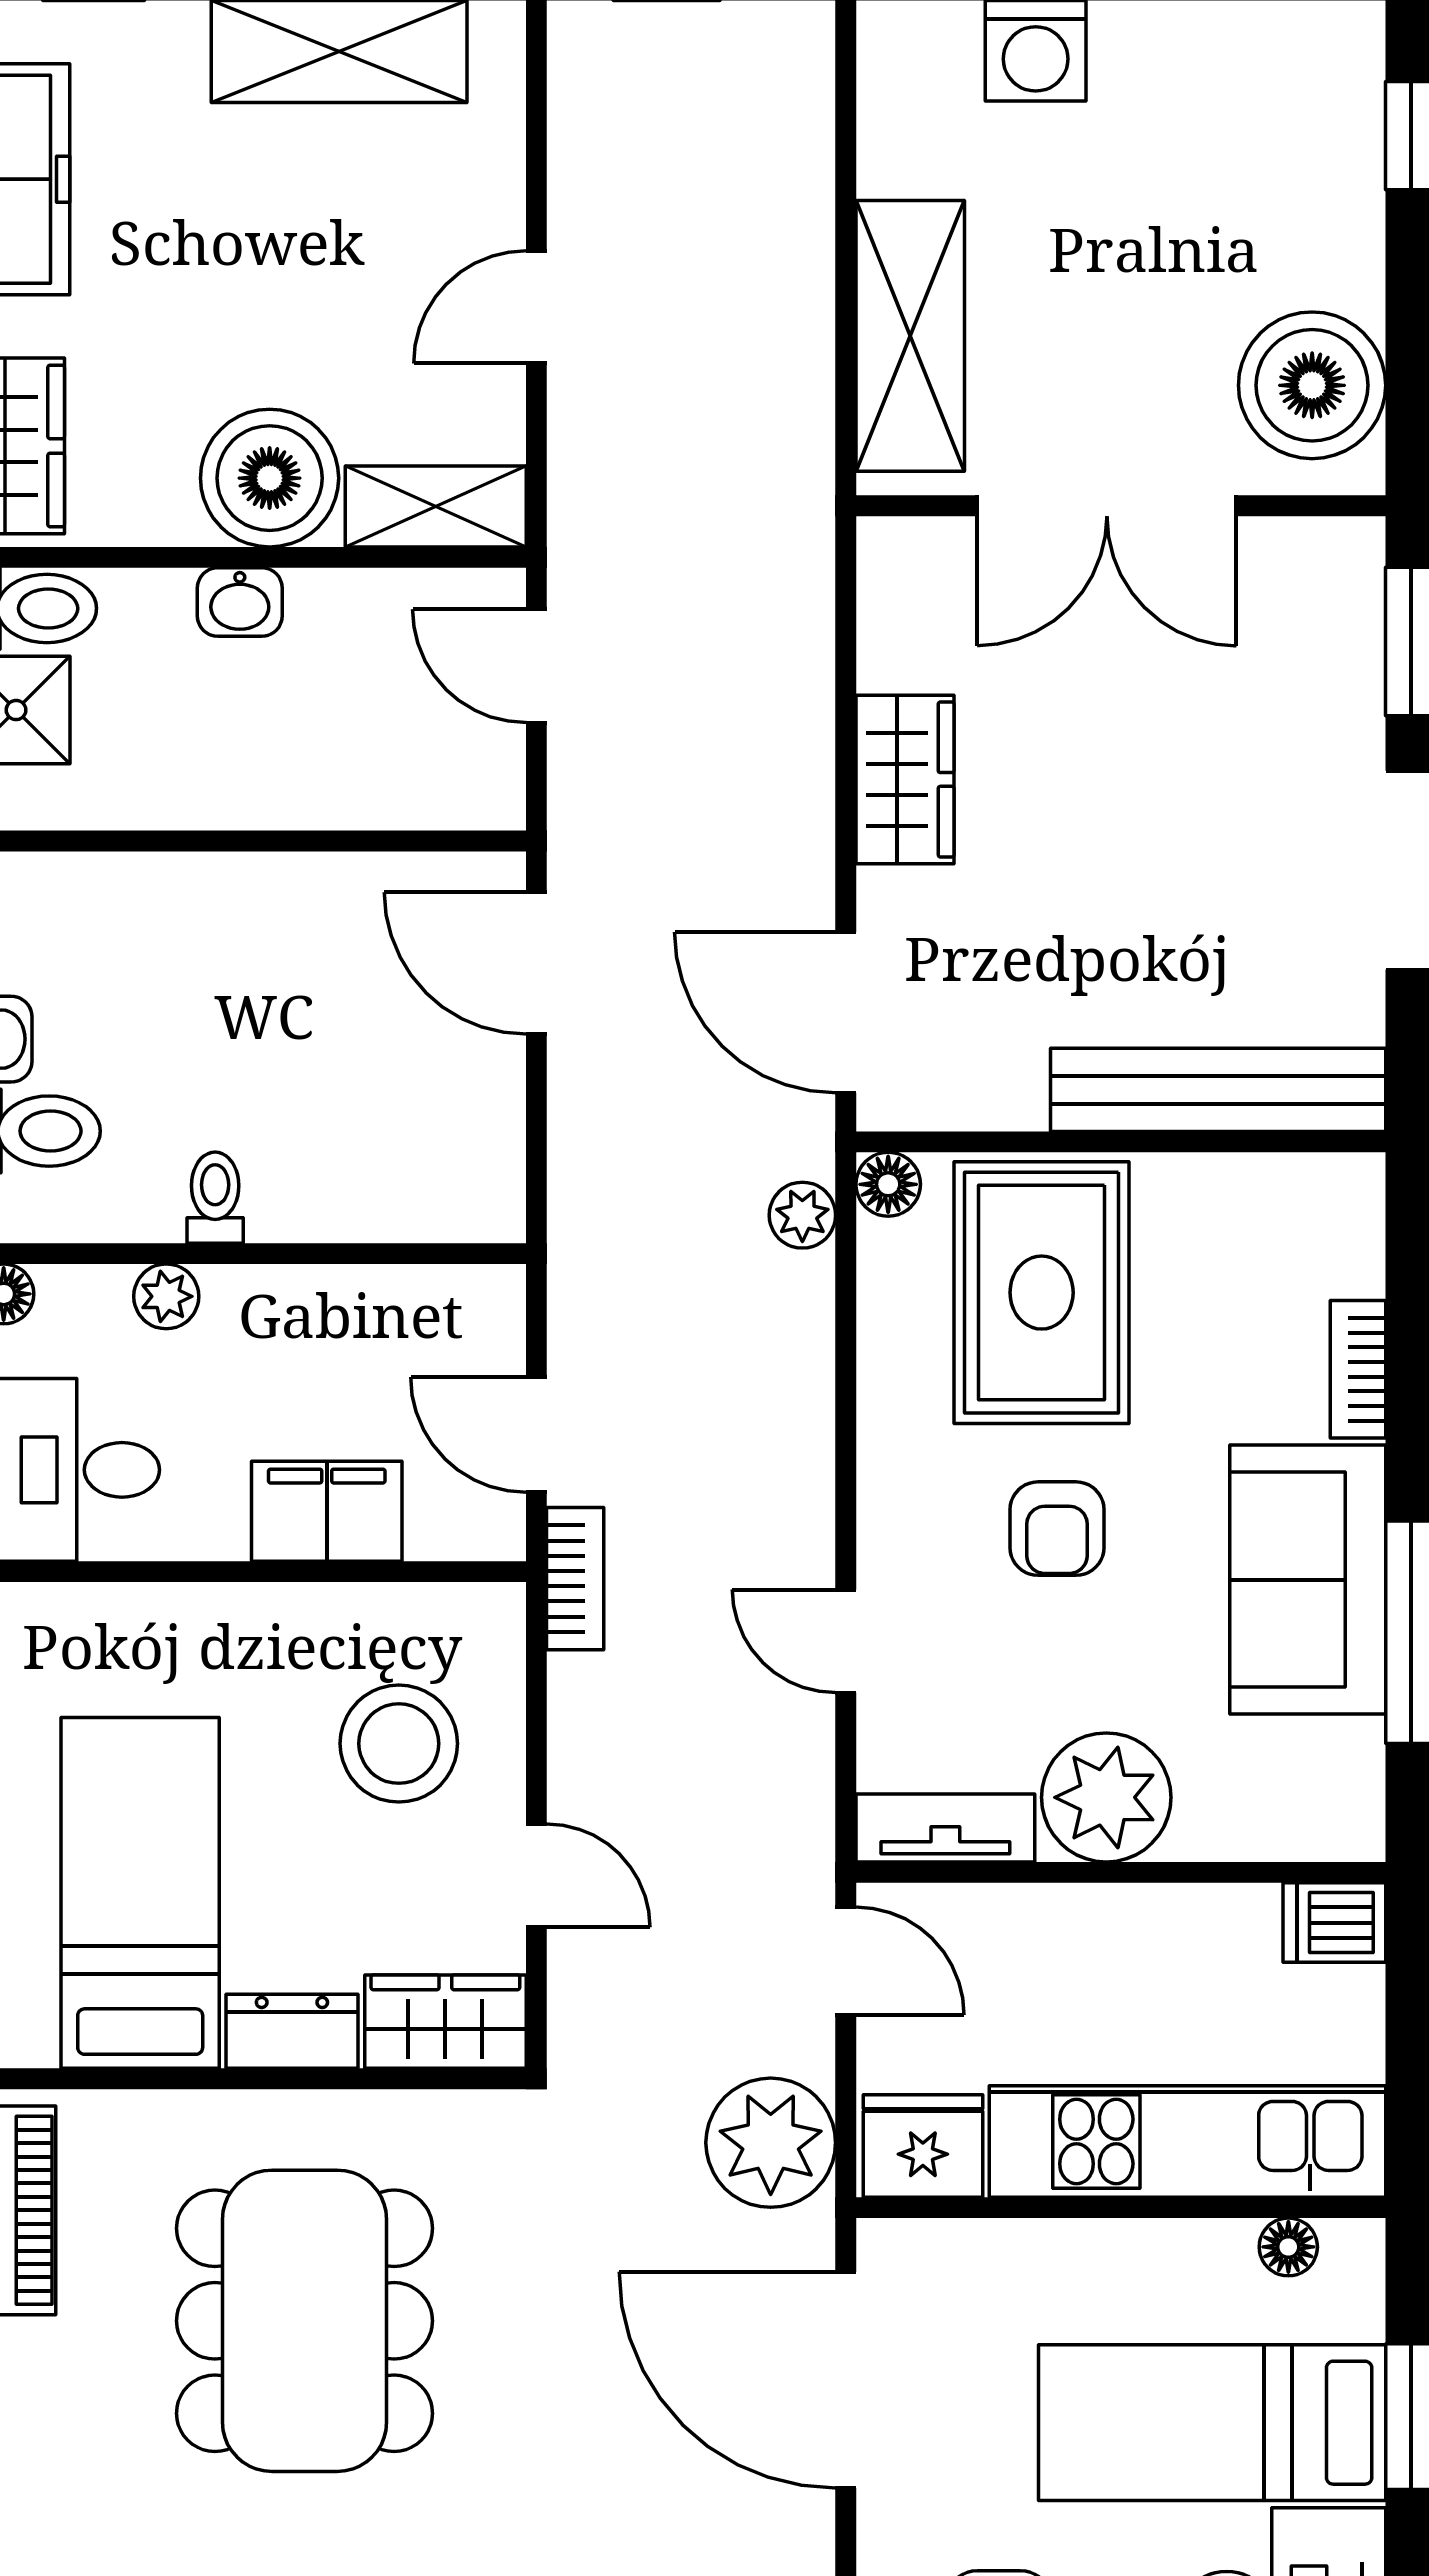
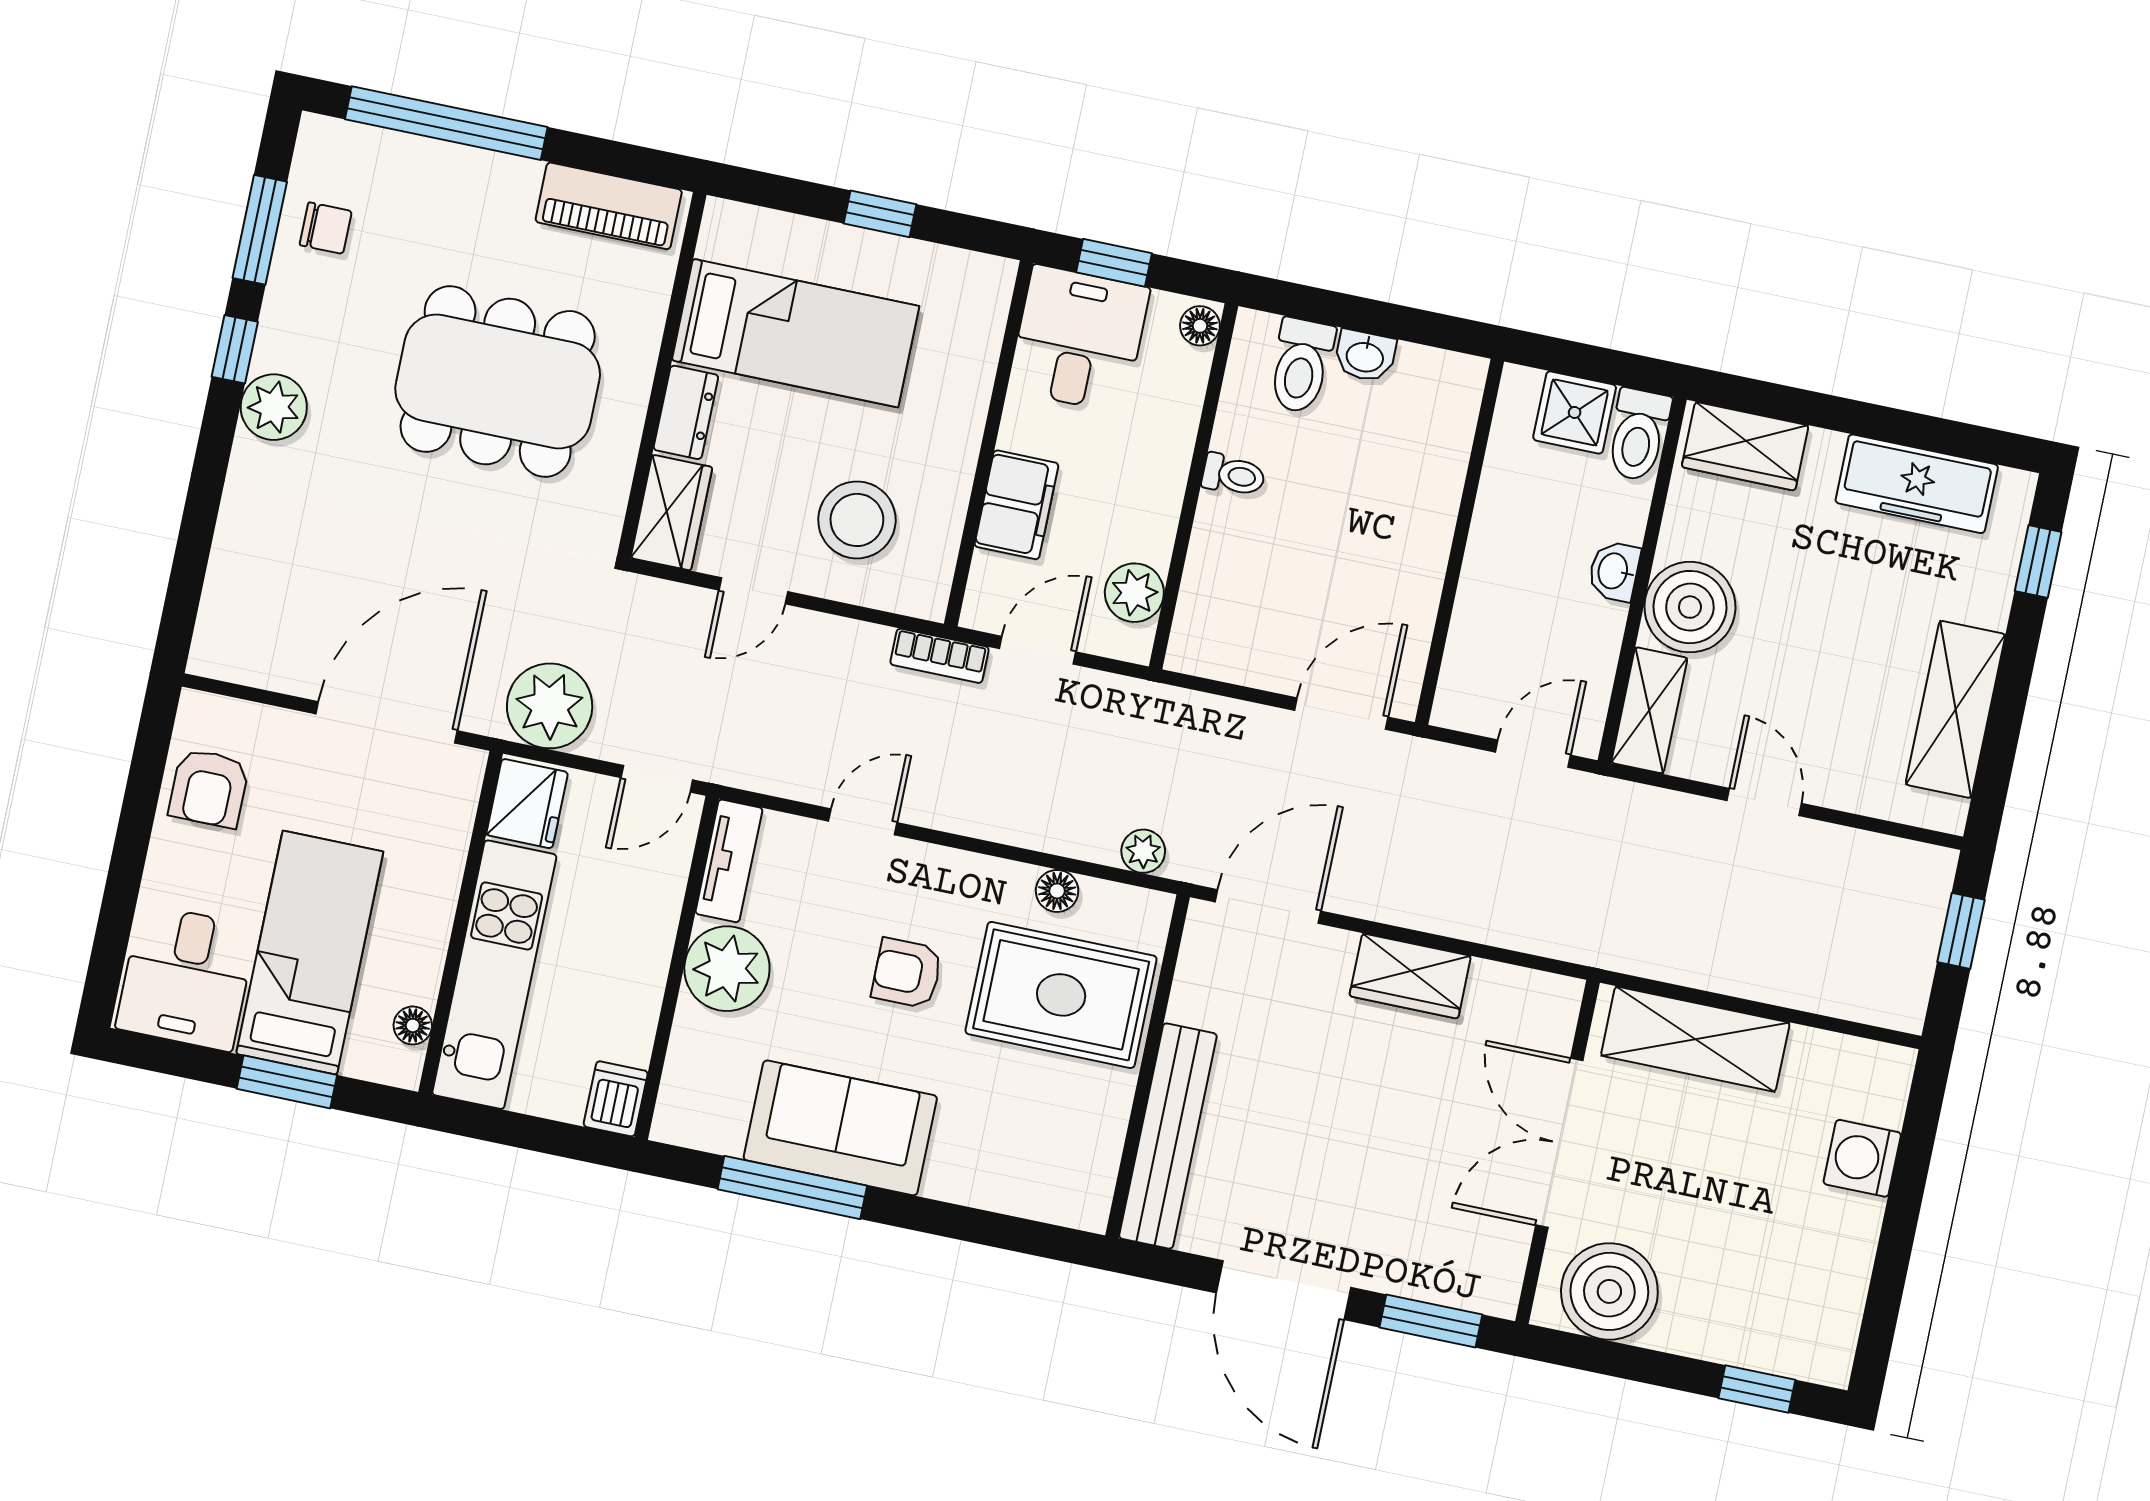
floor lamp: (888, 1184) -> (1057, 891), moved
plant: (166, 1296) -> (1134, 593), moved, width x1.38, depth x1.38
bookcase: (1358, 1369) -> (969, 1189), removed

